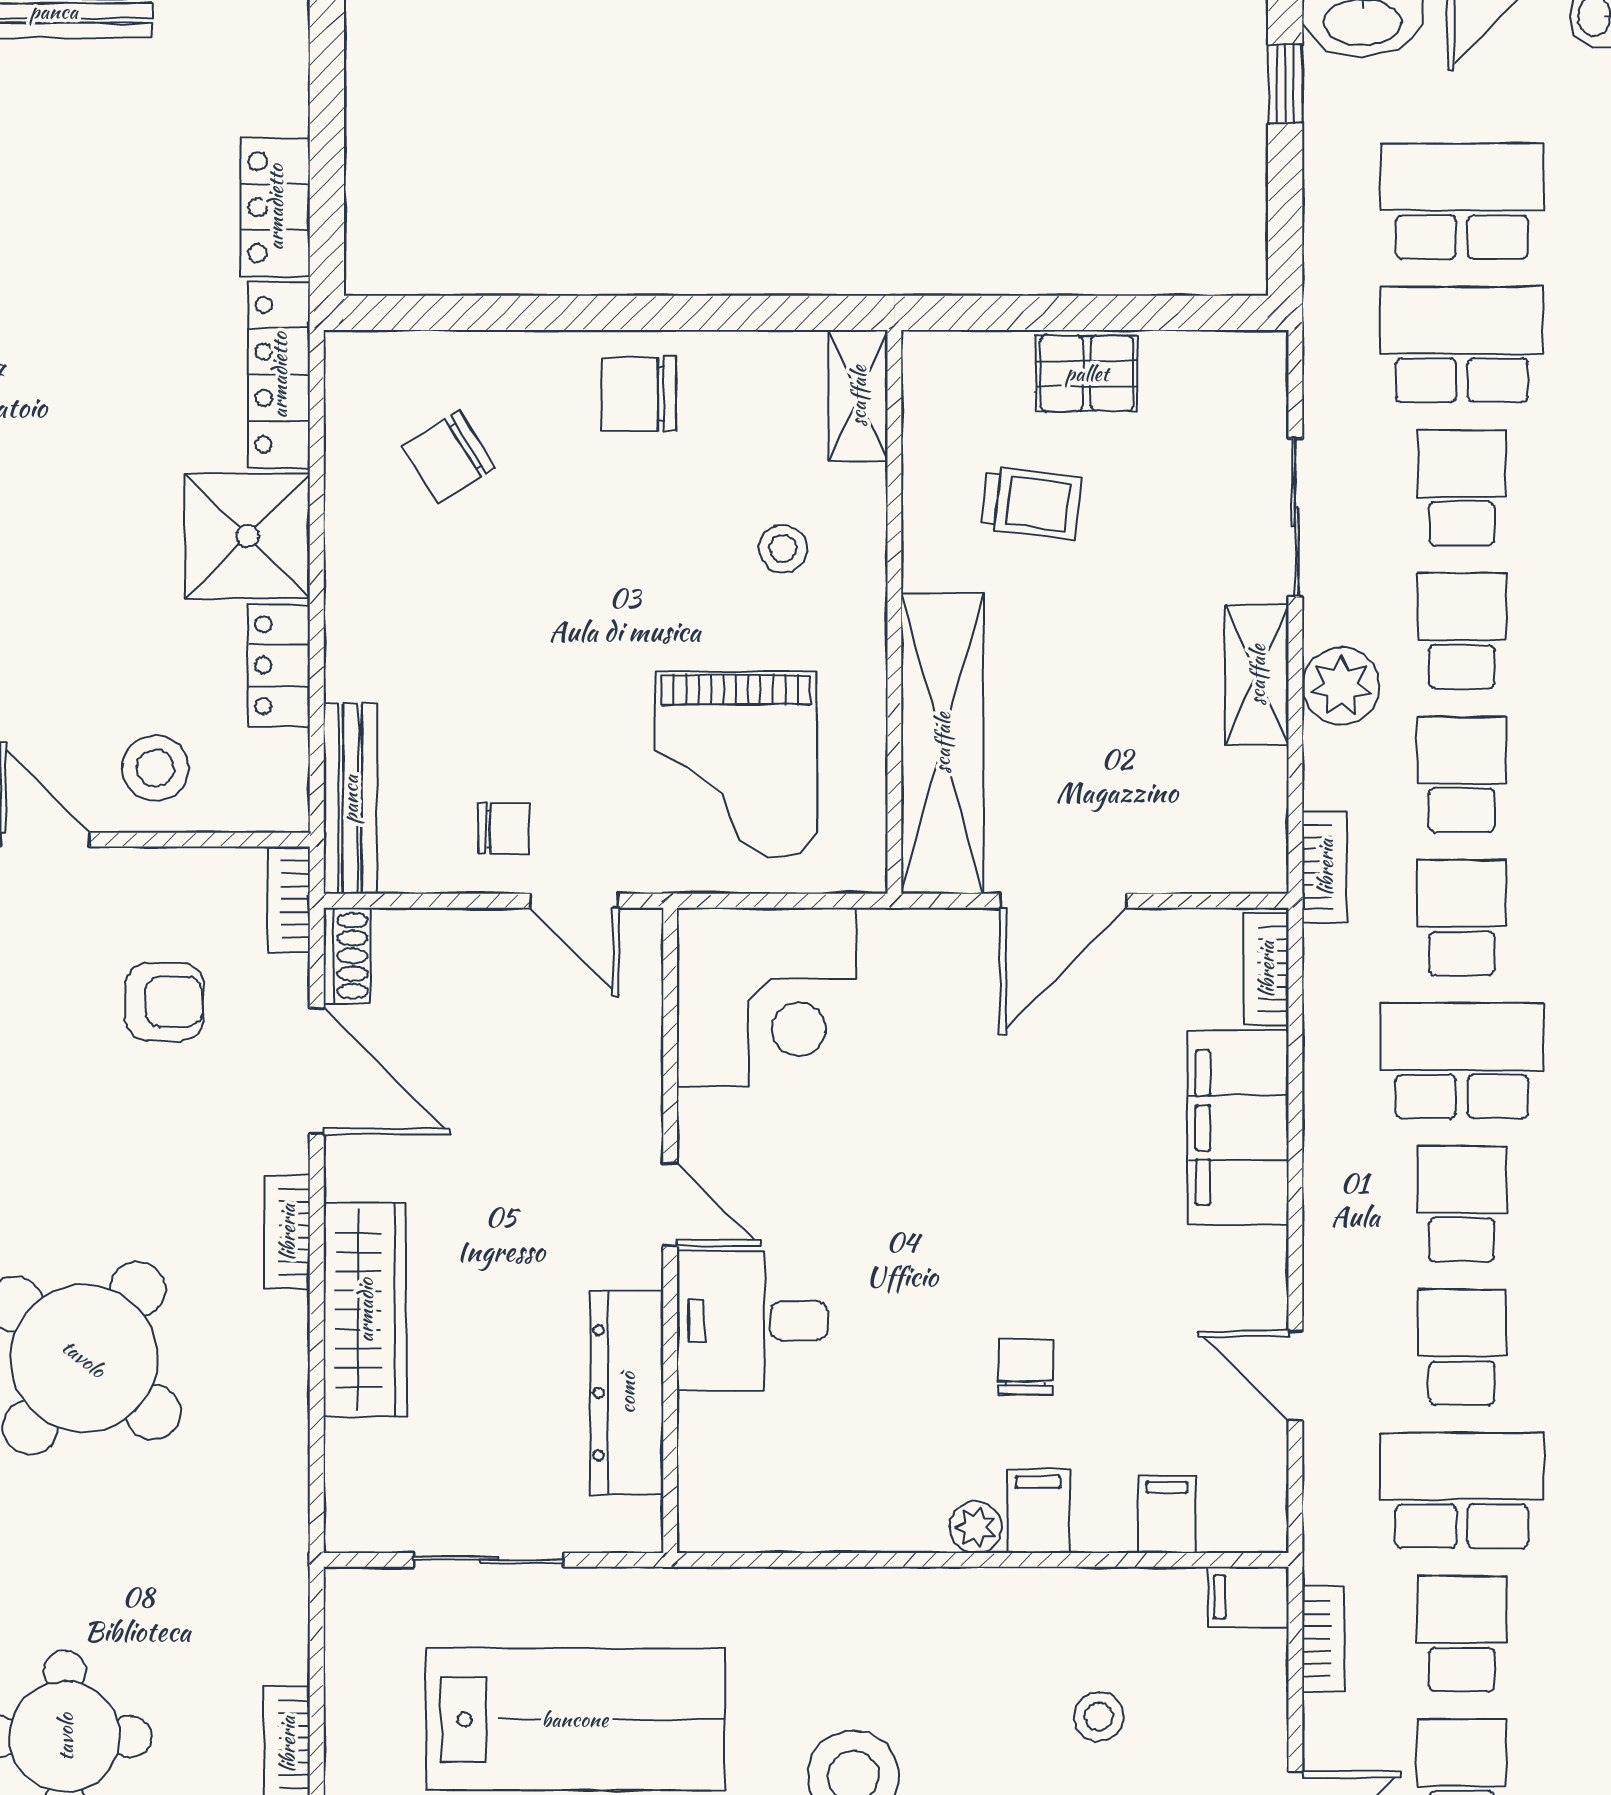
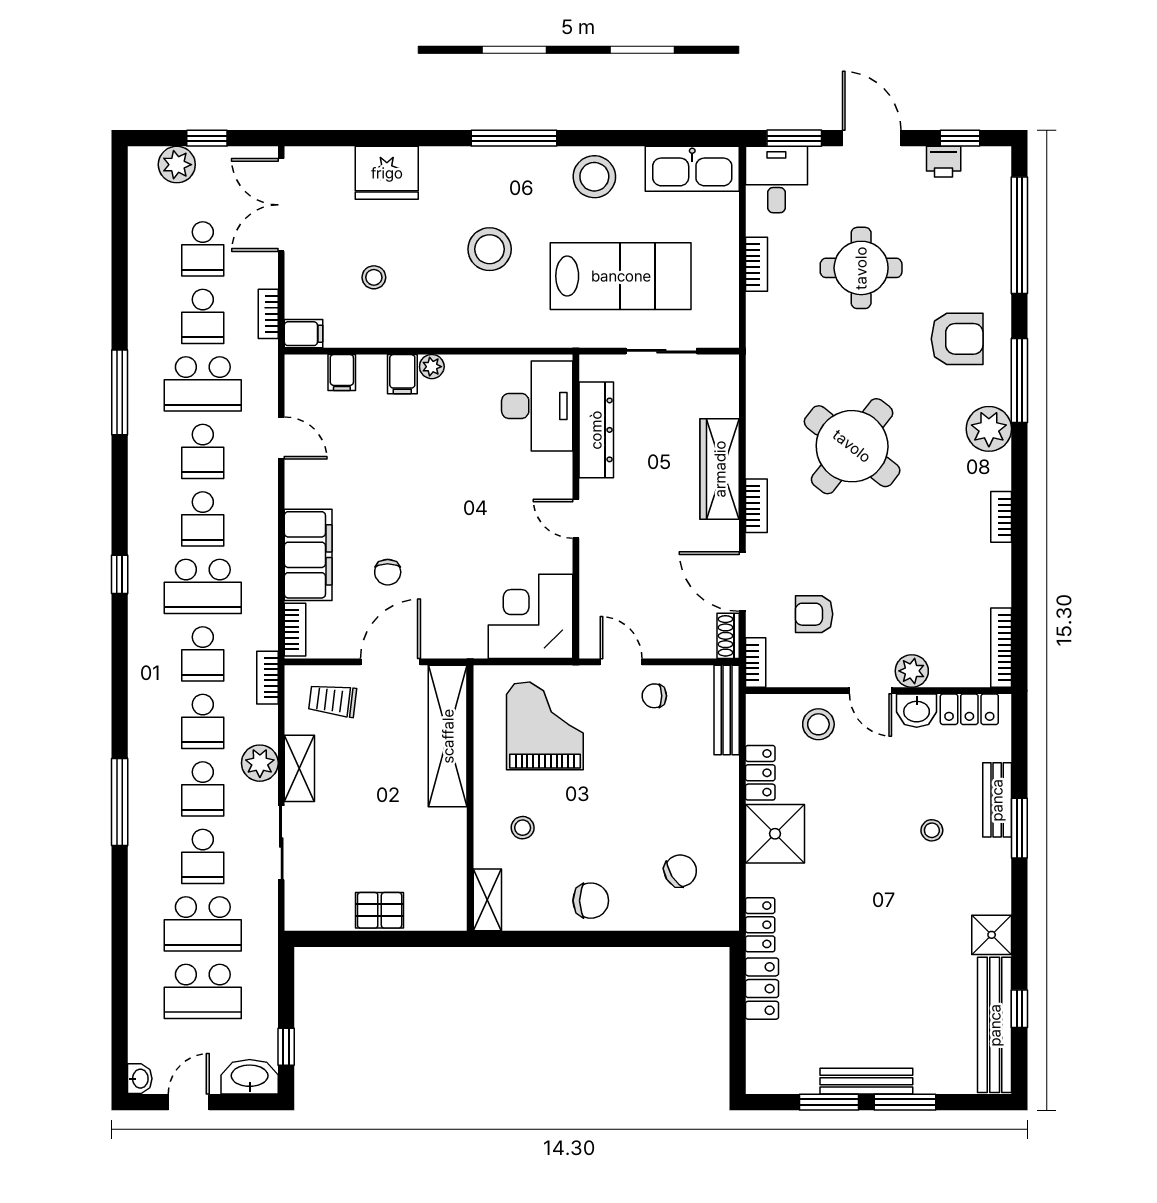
locker: (279, 375) -> (760, 925), width x0.66
trolley: (1032, 503) -> (333, 700), moved
desk: (752, 1321) -> (537, 406), moved, width x1.37
chair: (1026, 1367) -> (388, 572), moved
lab bench: (575, 1719) -> (621, 276), turned 180

